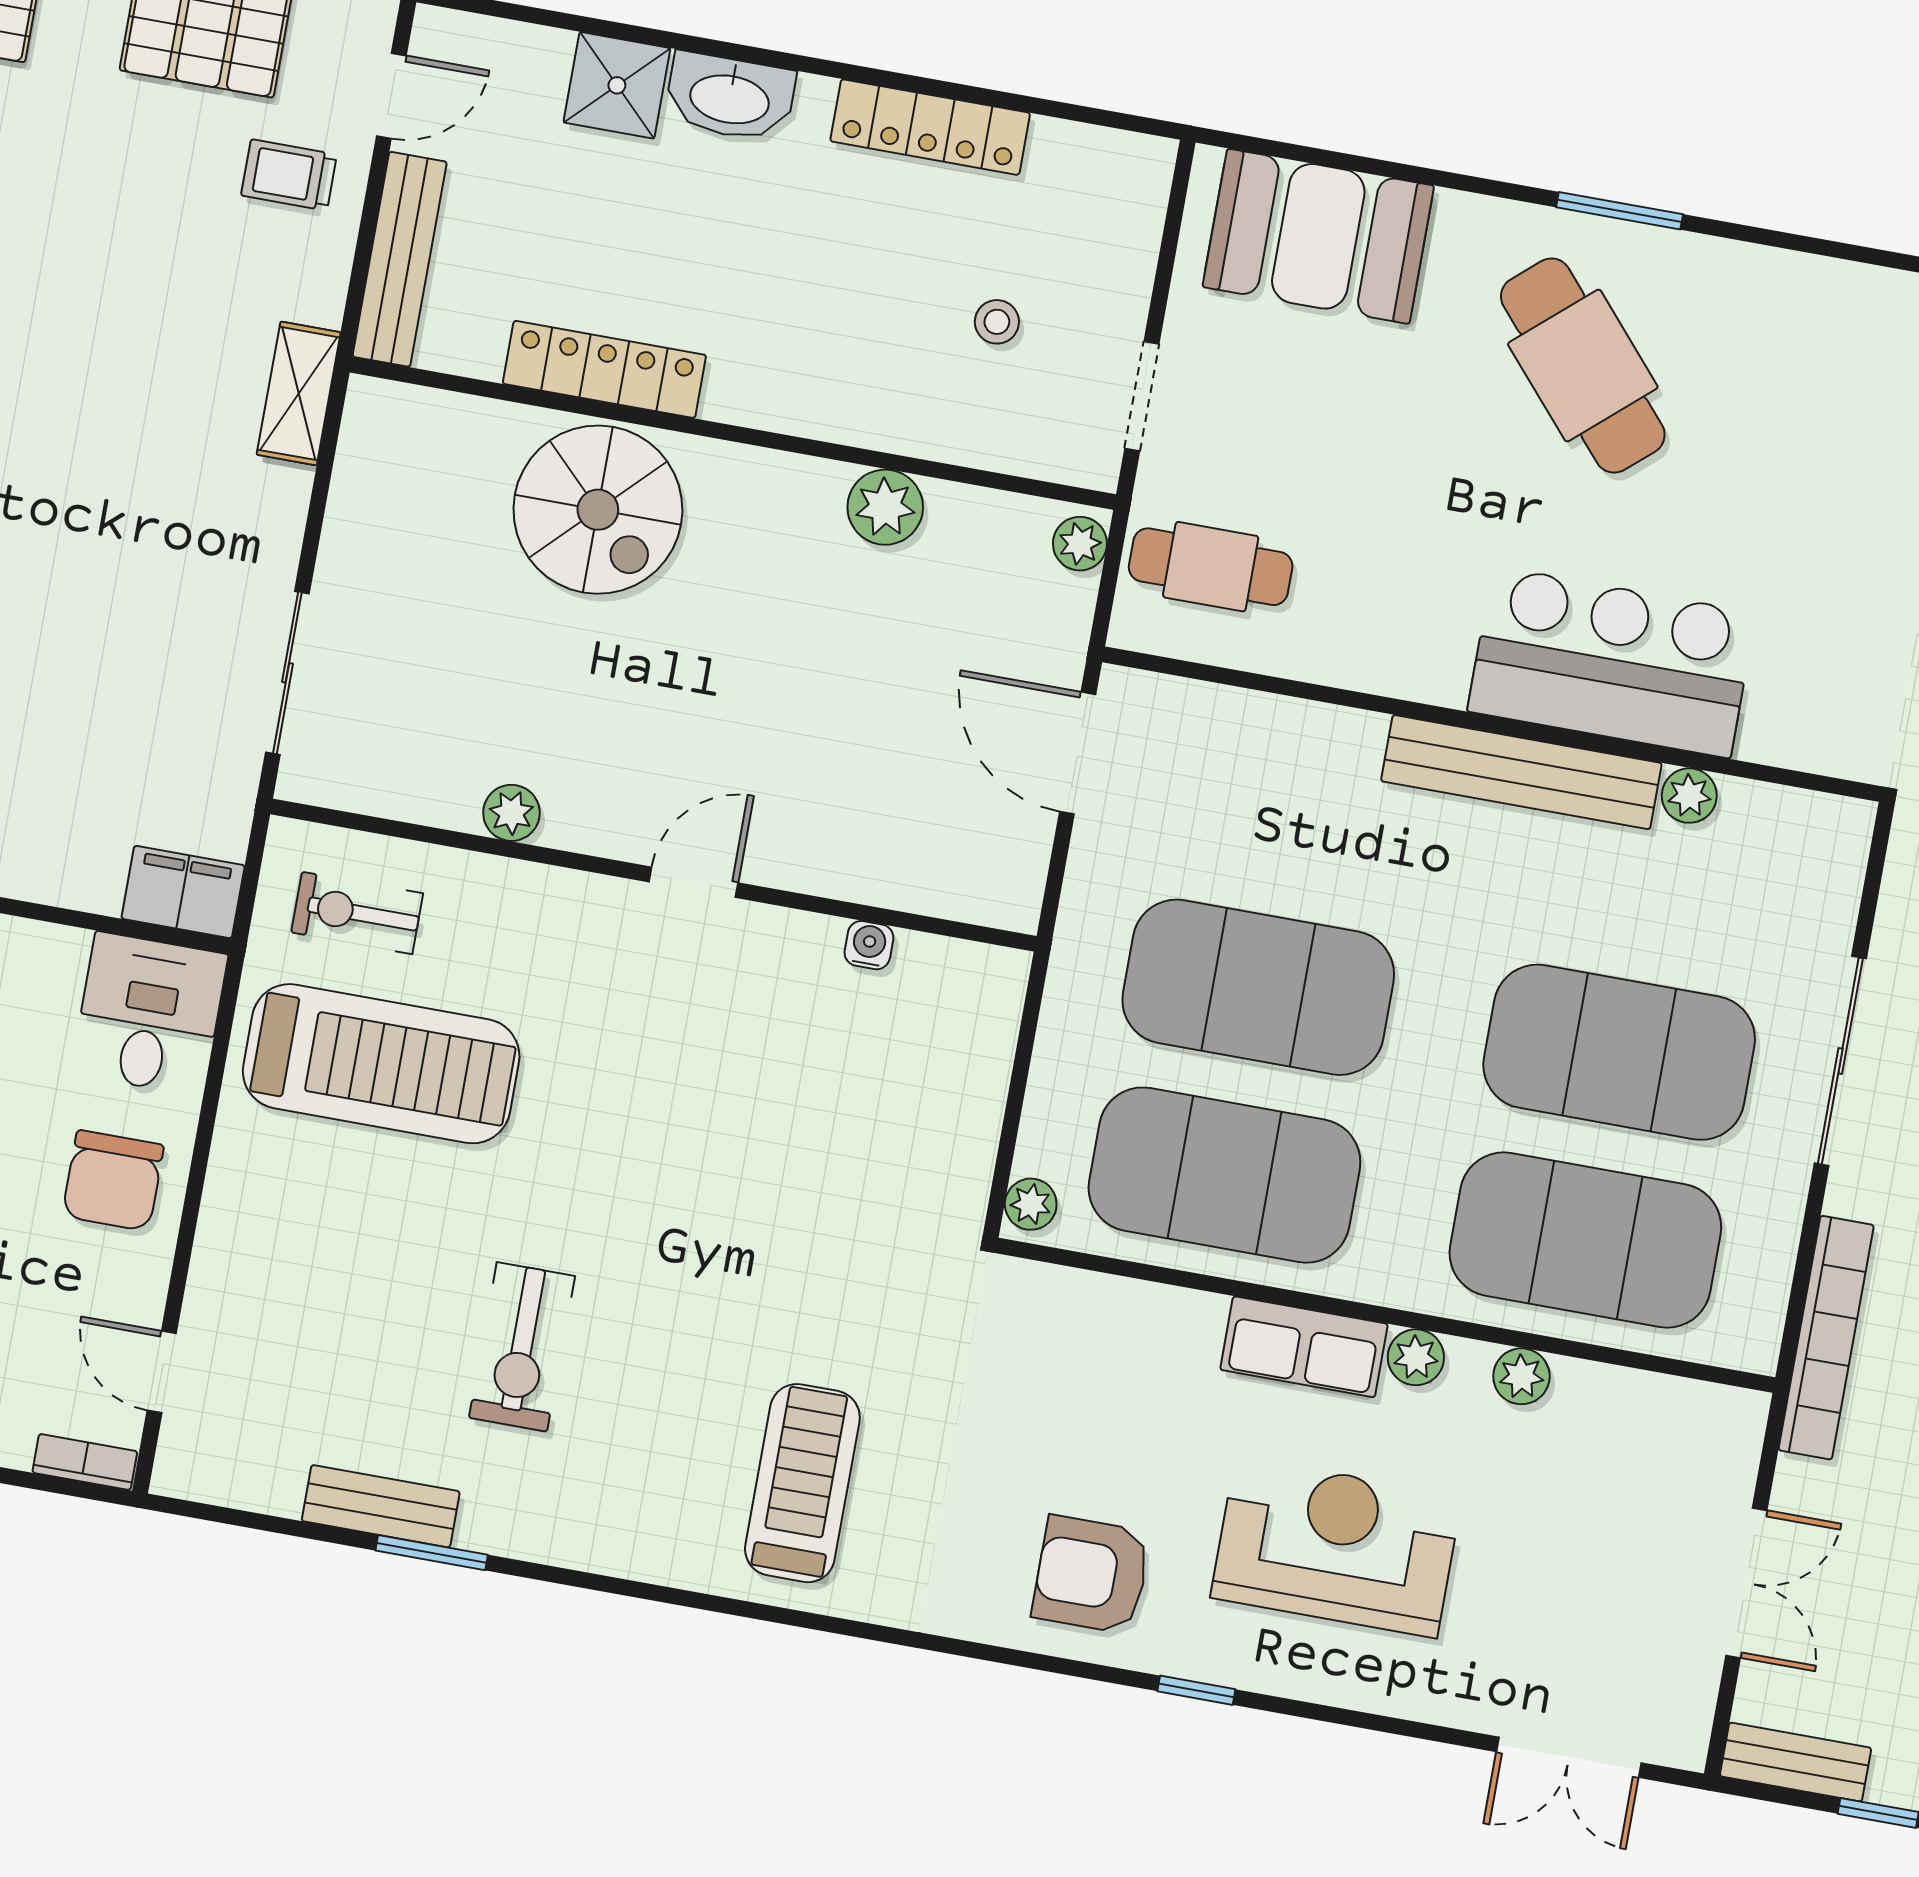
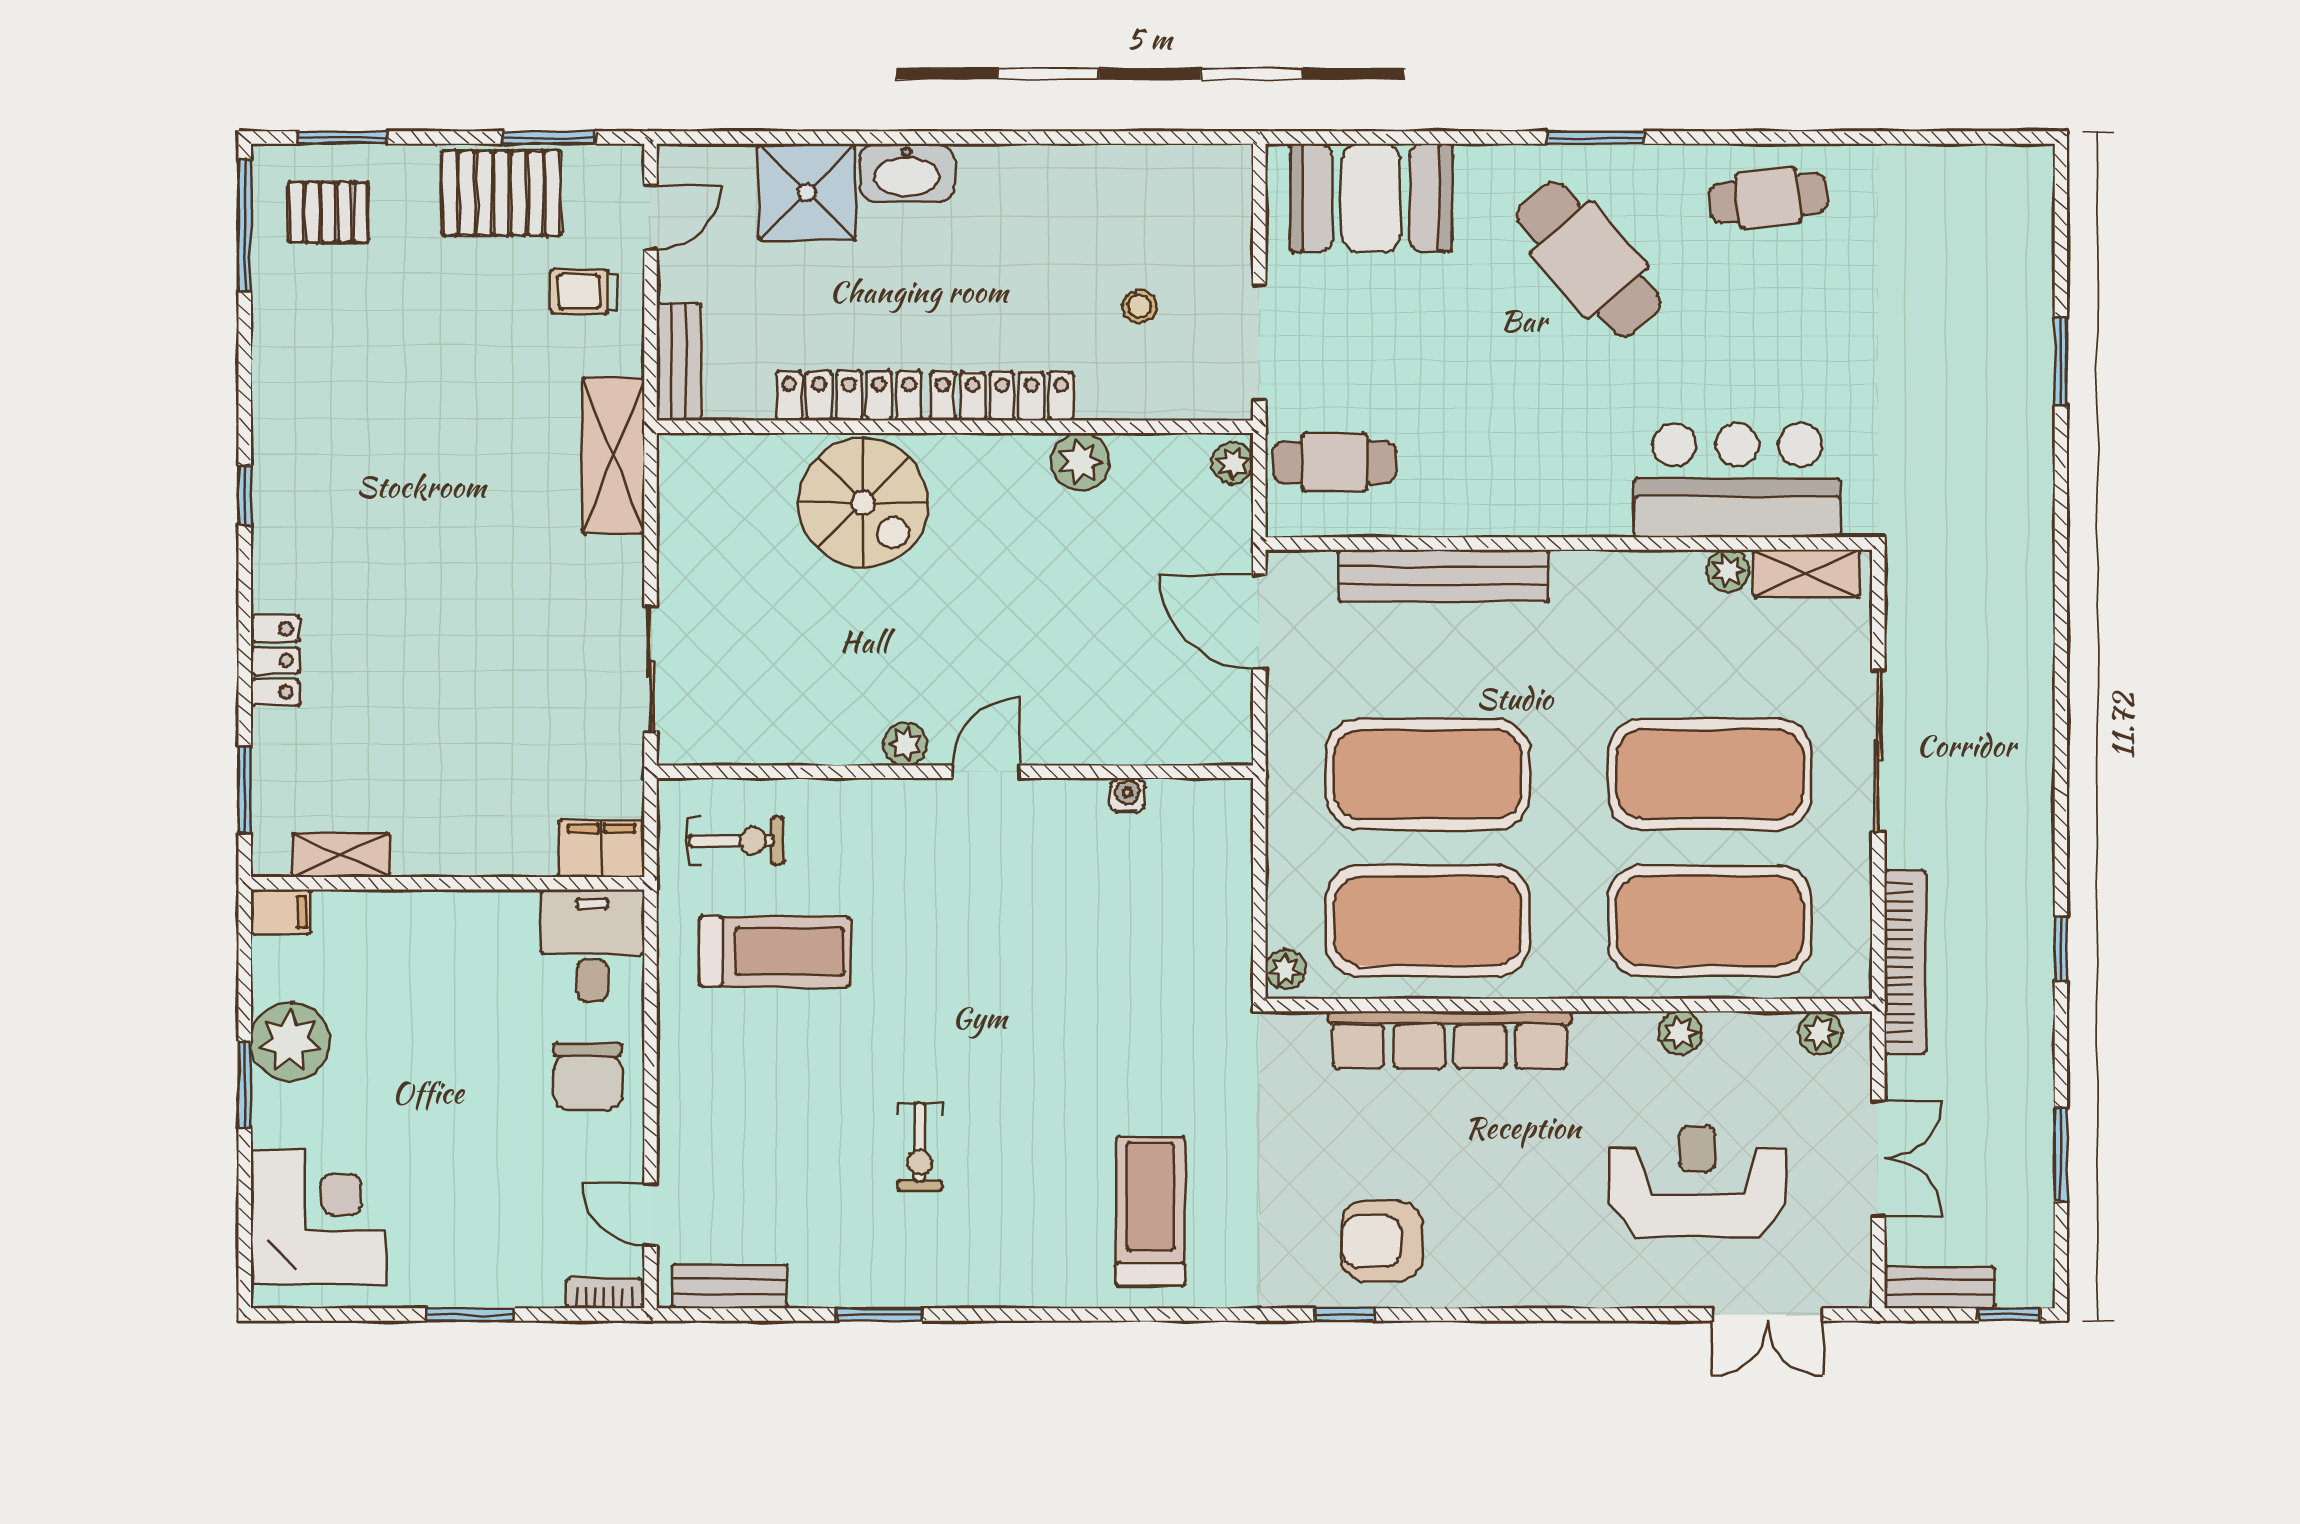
shower: (617, 85) -> (807, 192), width x1.36, depth x1.36
locker: (930, 127) -> (1002, 396), moved, turned 180
bench: (400, 259) -> (679, 362), width x0.73
cafe table: (1827, 328) -> (1768, 198), added
shelving: (299, 394) -> (613, 456), width x1.50, depth x1.33
doorway: (1142, 396) -> (1259, 343), width x1.38
bar counter: (1612, 662) -> (1737, 480), moved
bench: (1521, 772) -> (1443, 576), moved
plant: (511, 813) -> (905, 744), moved
shelving: (1789, 817) -> (1806, 574), added
exercise bike: (357, 913) -> (736, 841), turned 180
treadmill: (381, 1064) -> (775, 951), width x0.73, depth x0.73
exercise bike: (522, 1347) -> (920, 1147), width x0.73, depth x0.72
row of seats: (1304, 1347) -> (1450, 1040), width x2.02
plant: (1416, 1357) -> (1820, 1033), moved
bench: (381, 1506) -> (730, 1286), moved
reception desk: (1336, 1547) -> (1697, 1181), moved
window: (1196, 1690) -> (1344, 1315), moved

